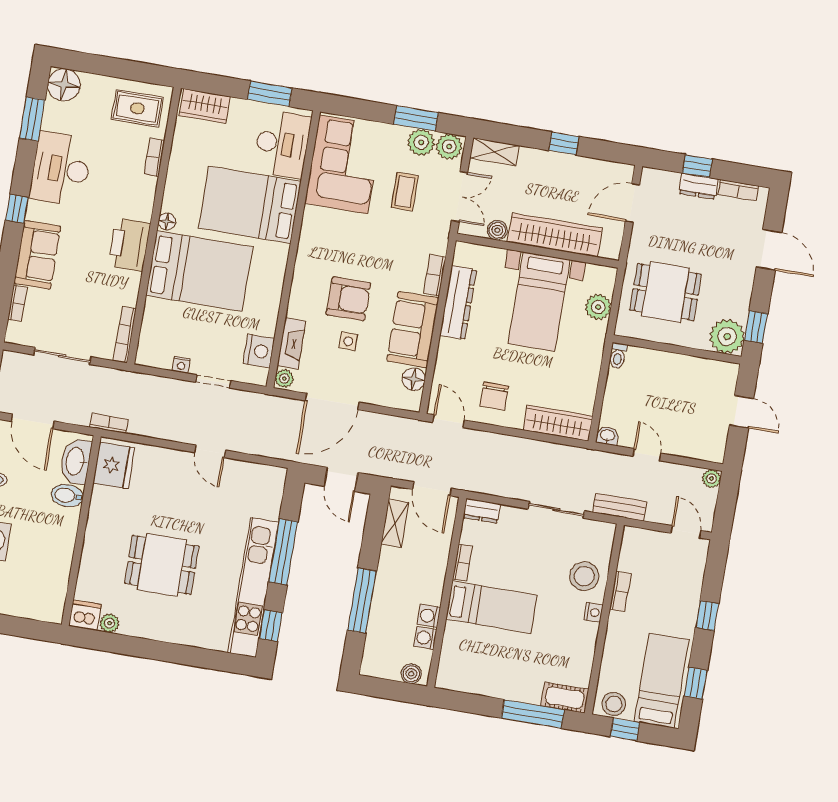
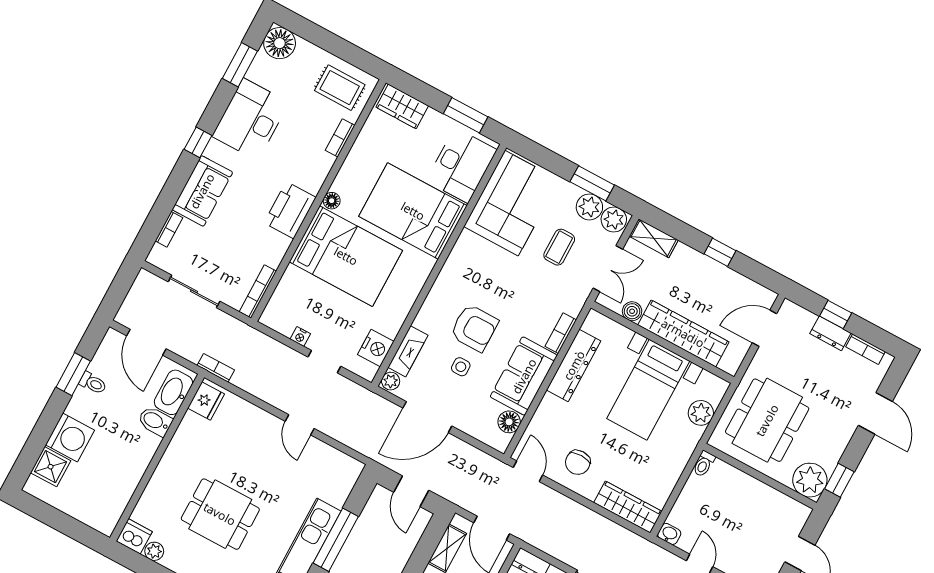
dining table: (665, 292) -> (767, 420), width x1.38
fridge: (114, 465) -> (206, 401), width x0.73, depth x0.75

